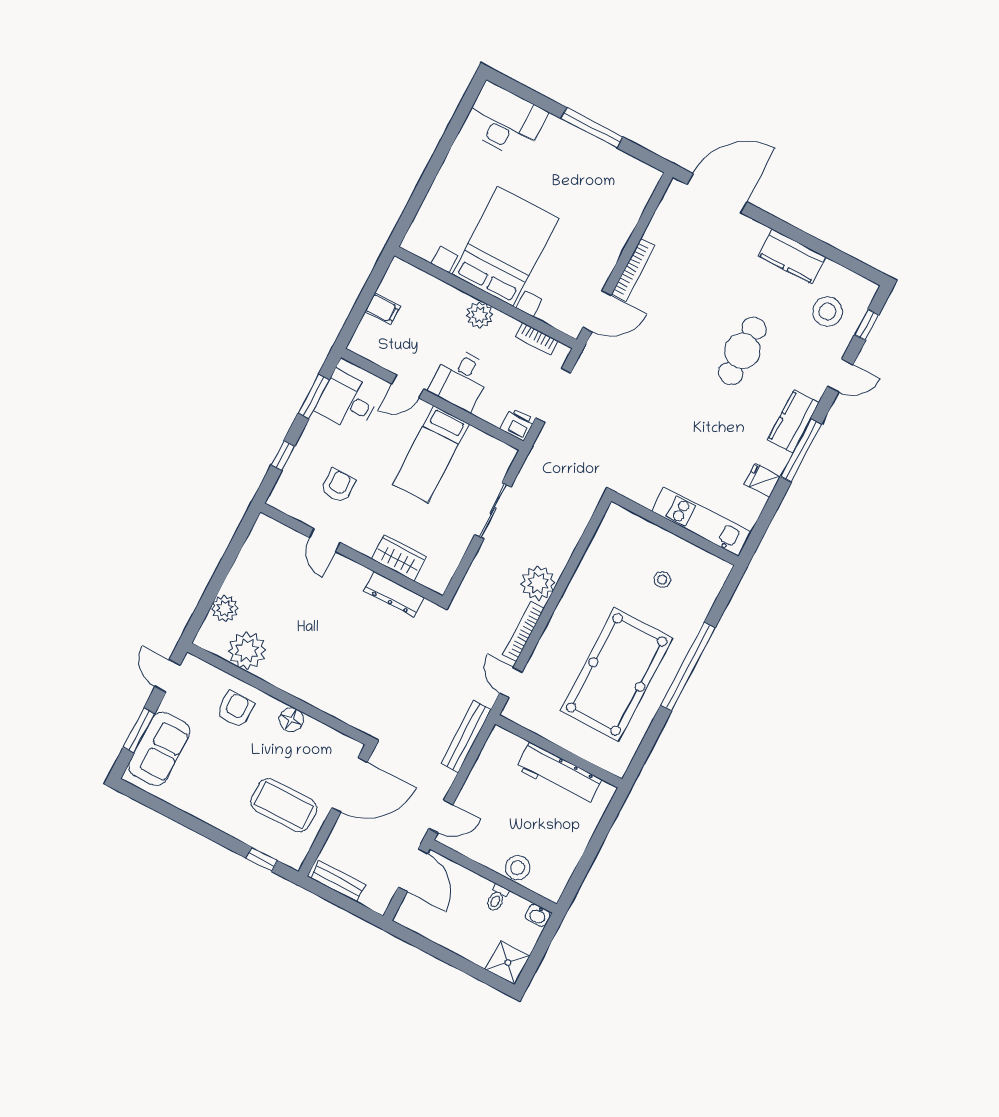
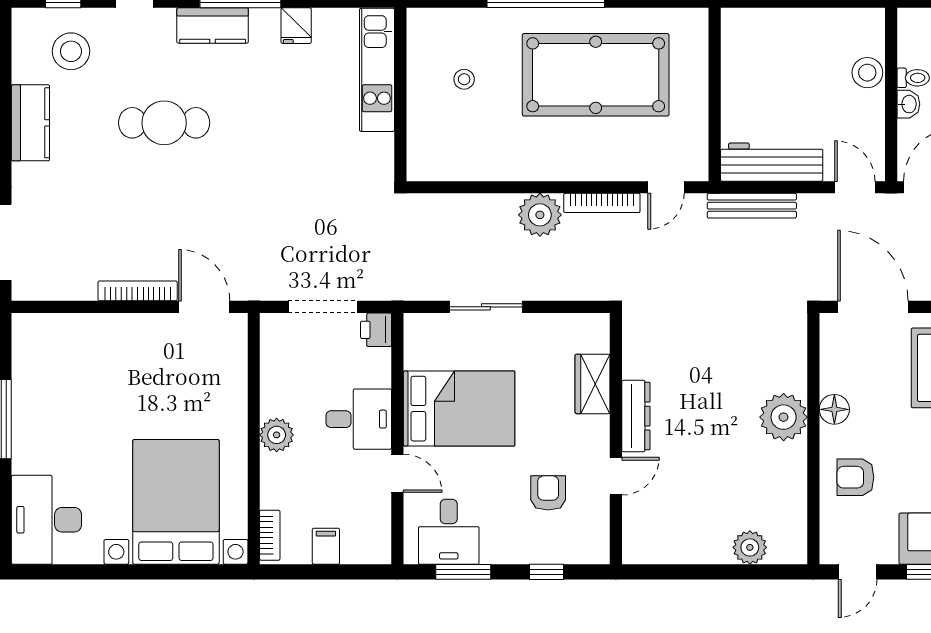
bed with nightstands: (505, 246) -> (176, 502), moved, turned 90
bookcase: (537, 339) -> (270, 535), moved
bed: (431, 454) -> (459, 409), width x1.50
armchair: (338, 486) -> (548, 493), turned 90
dresser: (394, 594) -> (636, 416), moved
plant: (247, 651) -> (784, 417), moved
workbench: (559, 774) -> (772, 162), moved, turned -90
washbasin: (538, 915) -> (908, 104), moved

